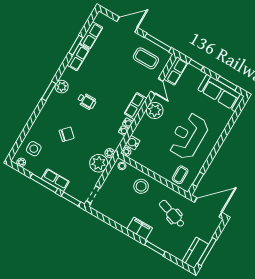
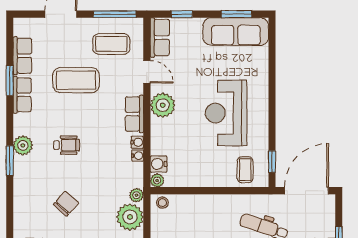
coffee table: (114, 67) -> (76, 80), added
stool: (141, 186) -> (203, 215), removed

